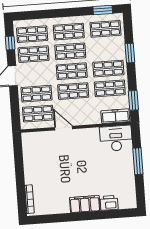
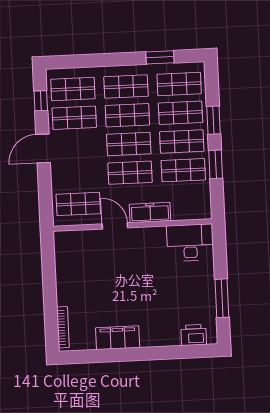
window: (103, 10) -> (160, 57), moved
shop shelf: (36, 94) -> (180, 113), moved
window: (133, 100) -> (216, 164), moved
freezer: (115, 116) -> (150, 212), moved
window: (138, 161) -> (222, 298), moved
printer: (109, 203) -> (194, 335), moved
filing cabinet: (85, 204) -> (118, 338), moved

